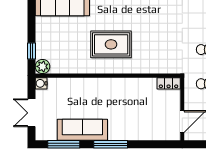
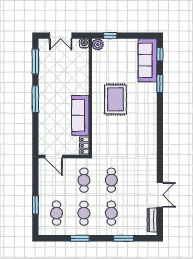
double door: (31, 113) -> (61, 36), swing flipped
sofa: (82, 130) -> (80, 115), moved, turned 180

